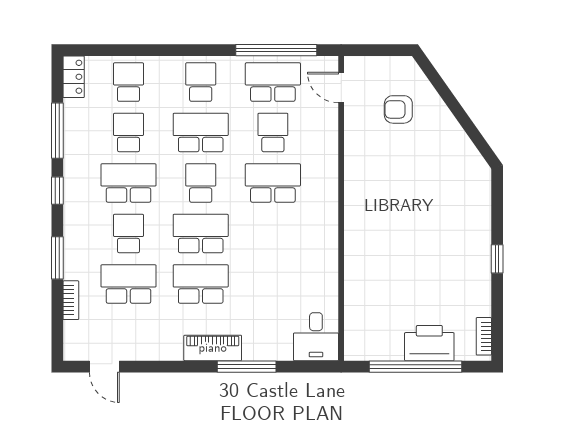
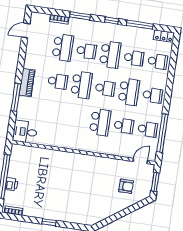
window: (380, 50) -> (155, 182), added
school desk: (273, 82) -> (148, 129), width x0.54
armchair: (398, 109) -> (126, 186), turned 91
school desk: (201, 284) -> (58, 81), width x0.54
printer: (429, 343) -> (11, 184), width x0.53, depth x0.68

